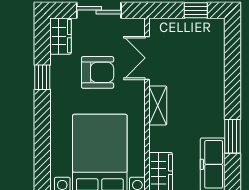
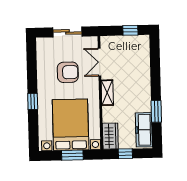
wardrobe: (61, 36) -> (43, 49), removed
window: (42, 77) -> (33, 101), moved

